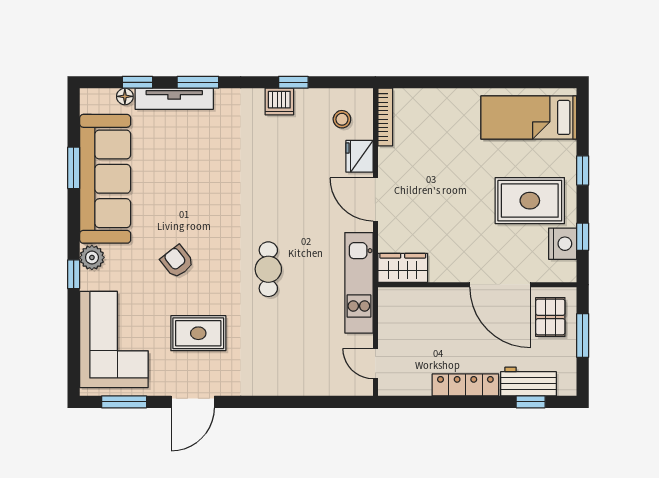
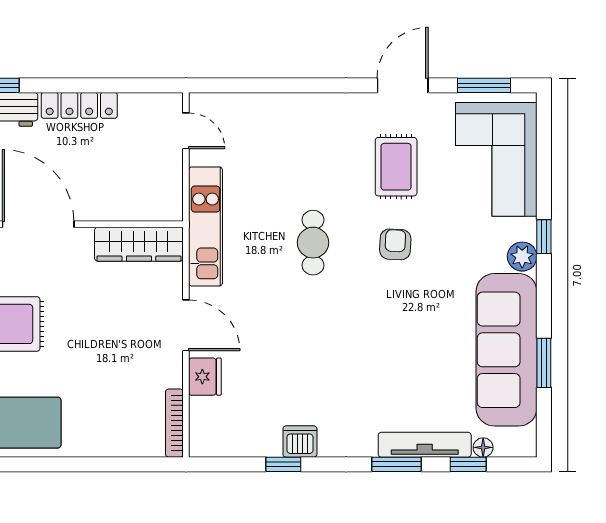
stool: (342, 119) -> (226, 420), removed
armchair: (177, 262) -> (395, 244), moved, turned -139
wardrobe: (403, 268) -> (139, 244), width x1.50
rug: (198, 333) -> (396, 167), turned 90

